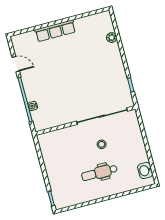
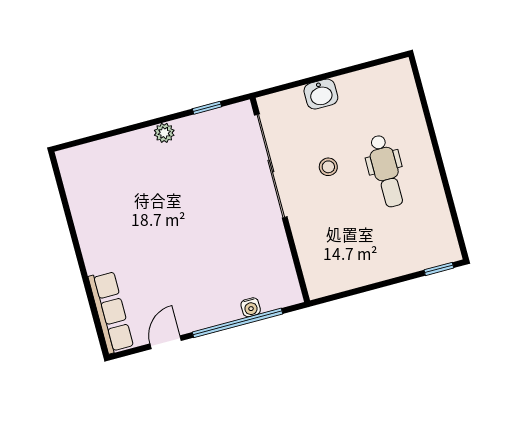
row of seats: (55, 31) -> (111, 312), moved
plant: (112, 38) -> (164, 133), moved
washbasin: (145, 170) -> (321, 94), moved

